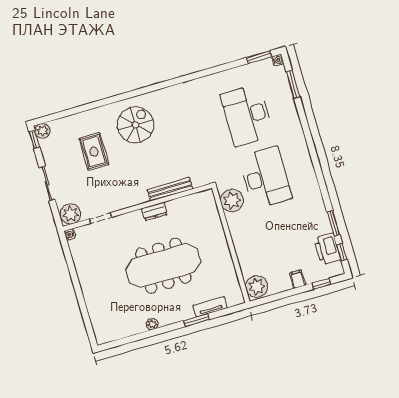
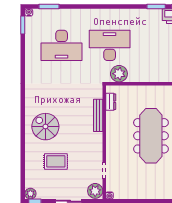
dresser: (154, 211) -> (111, 102), moved

